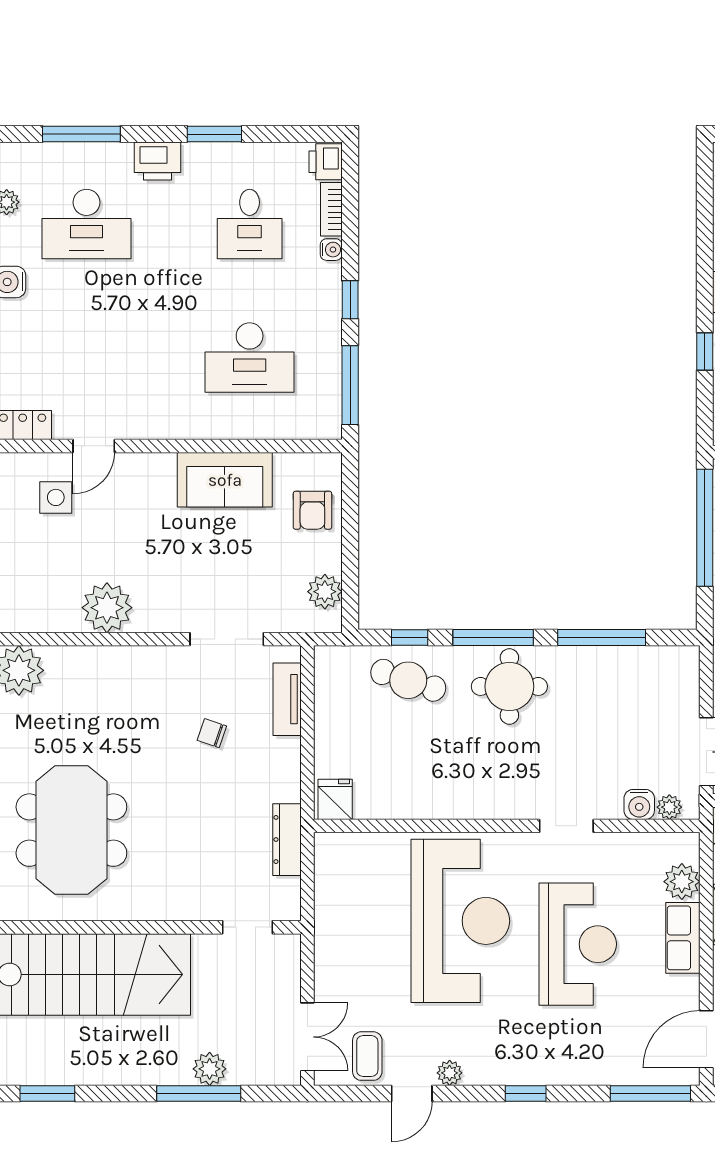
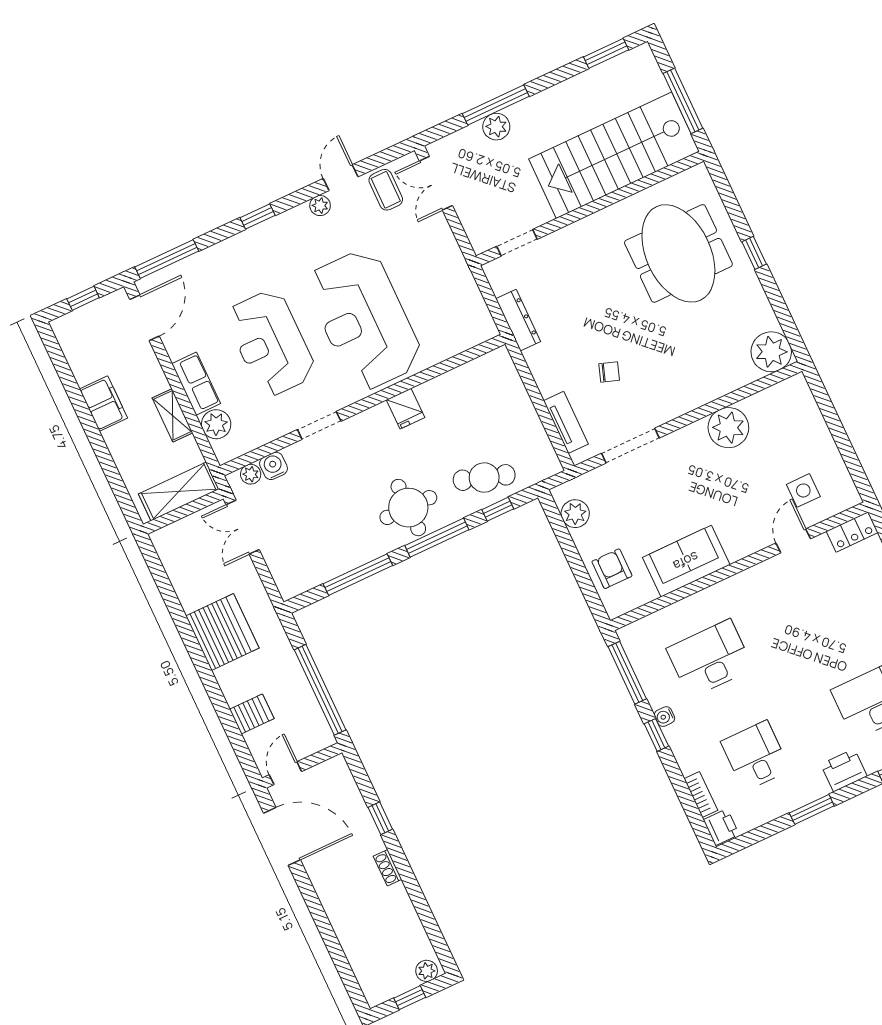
water cooler: (331, 250) -> (665, 717), moved
fridge: (335, 799) -> (405, 409), moved

